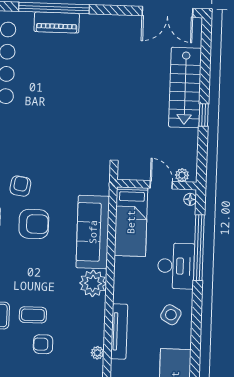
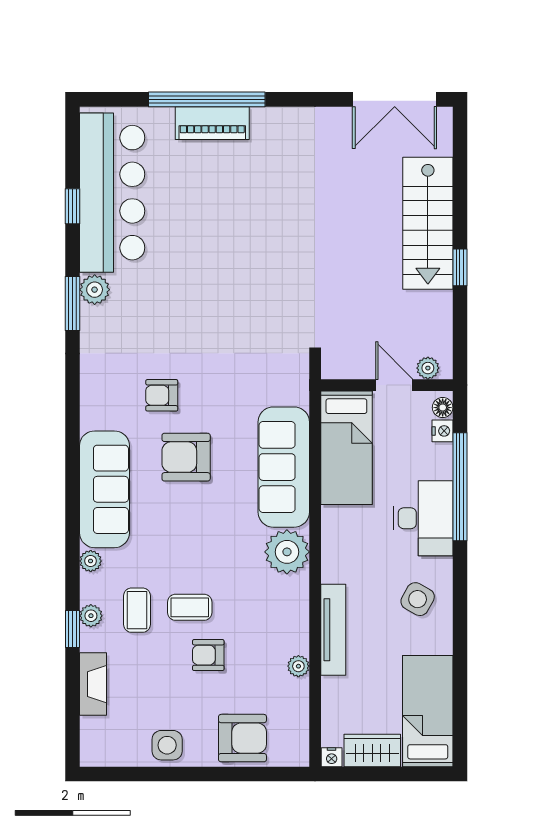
armchair: (20, 186) -> (162, 395), turned -99
nightstand: (190, 214) -> (442, 431), added
armchair: (34, 224) -> (186, 457), turned 180

